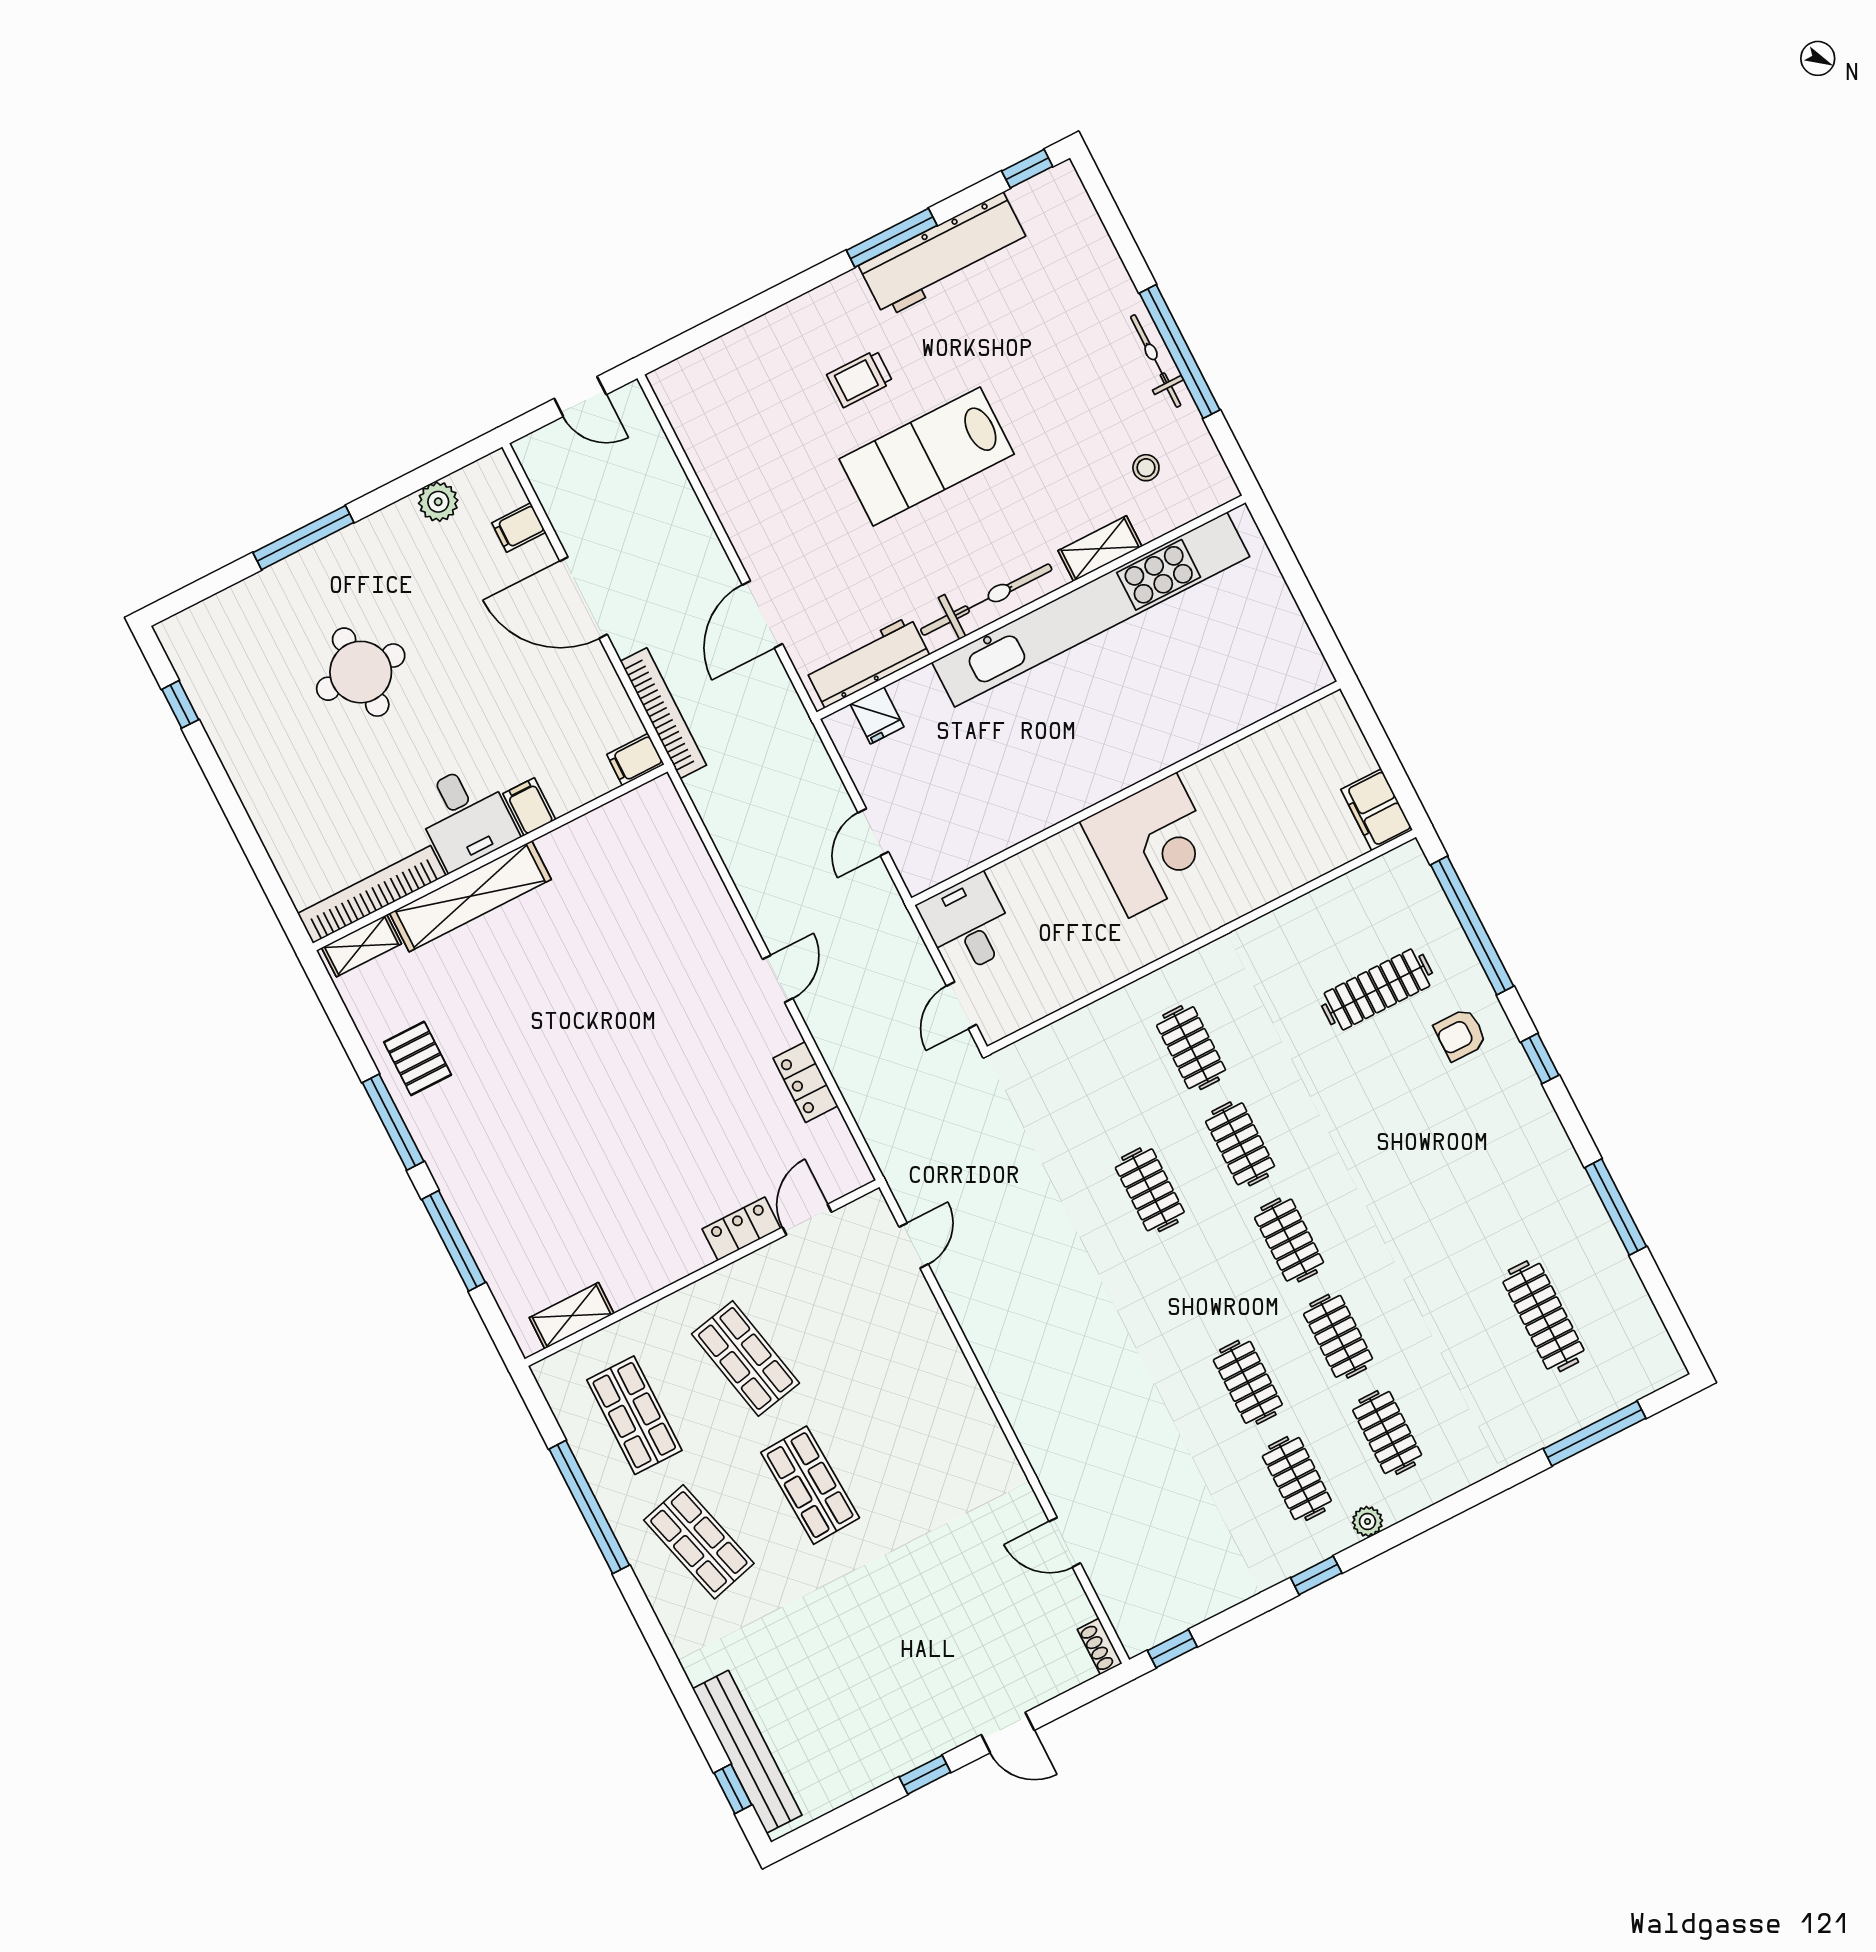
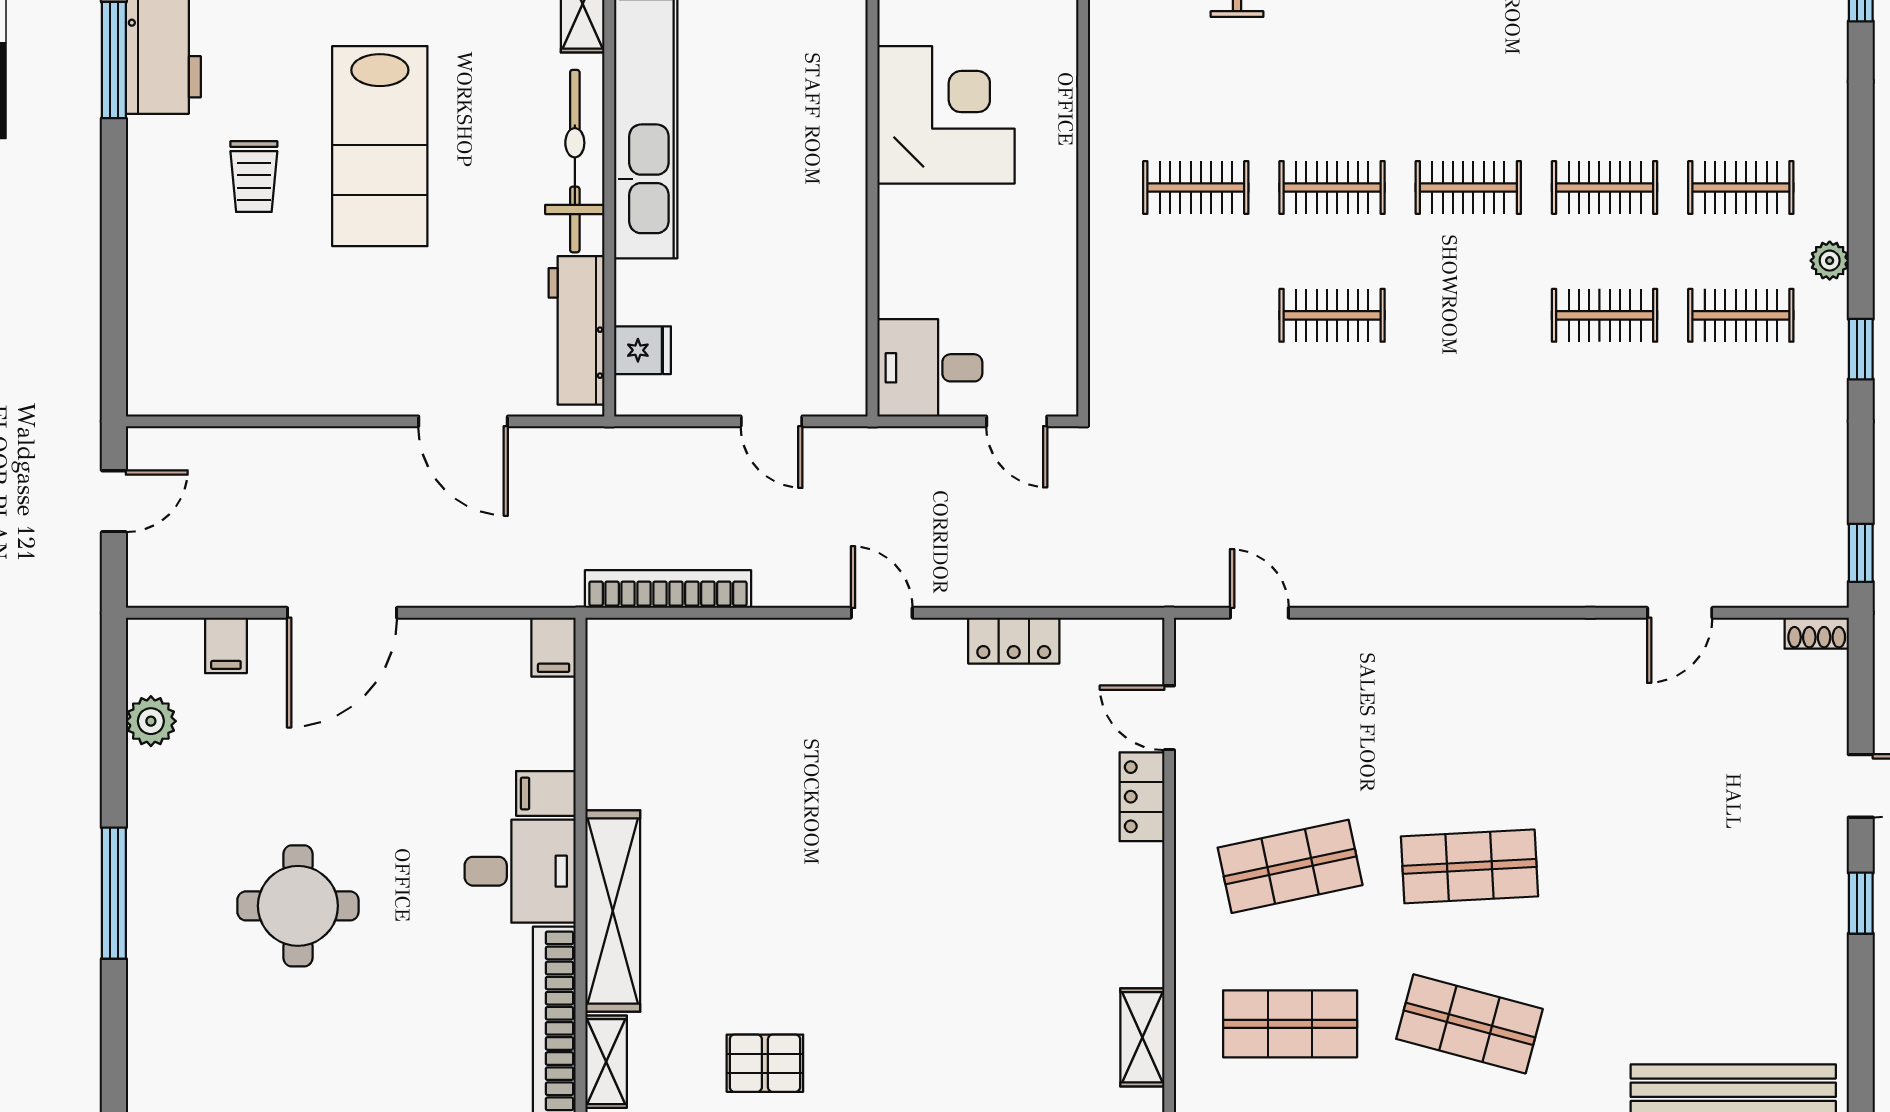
bookcase: (663, 713) -> (668, 589), moved
shop shelf: (699, 1542) -> (1469, 1024), turned 30

